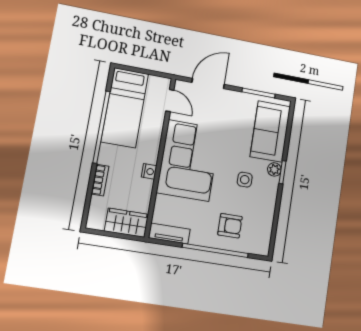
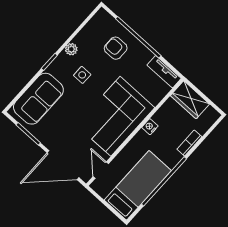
door: (208, 83) -> (63, 165), width x1.36
plant: (274, 169) -> (71, 49), moved

